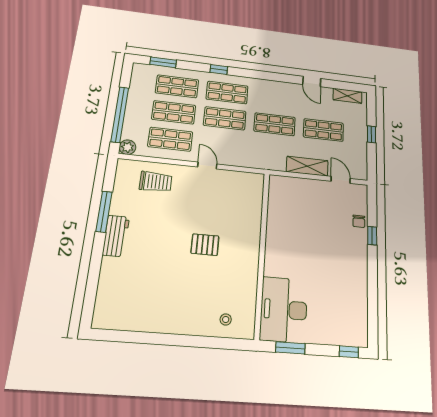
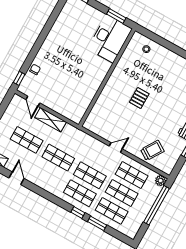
window: (163, 62) -> (97, 223), moved
door: (207, 166) -> (116, 148), swing flipped
trolley: (156, 182) -> (152, 150), turned 123
window: (372, 236) -> (19, 78), moved
pallet: (205, 245) -> (139, 98), turned 90

